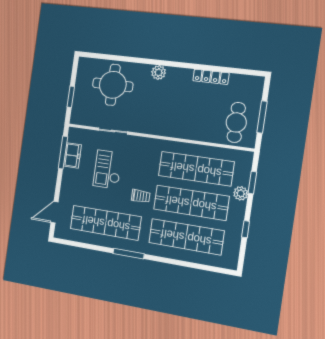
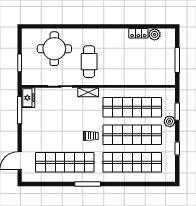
plant: (159, 72) -> (155, 34), moved
locker: (211, 77) -> (138, 33), width x0.66
cafe table: (236, 122) -> (89, 62), moved
shelving: (145, 143) -> (88, 92), added
freezer: (72, 155) -> (28, 98), moved
checkout: (108, 170) -> (60, 119), removed

